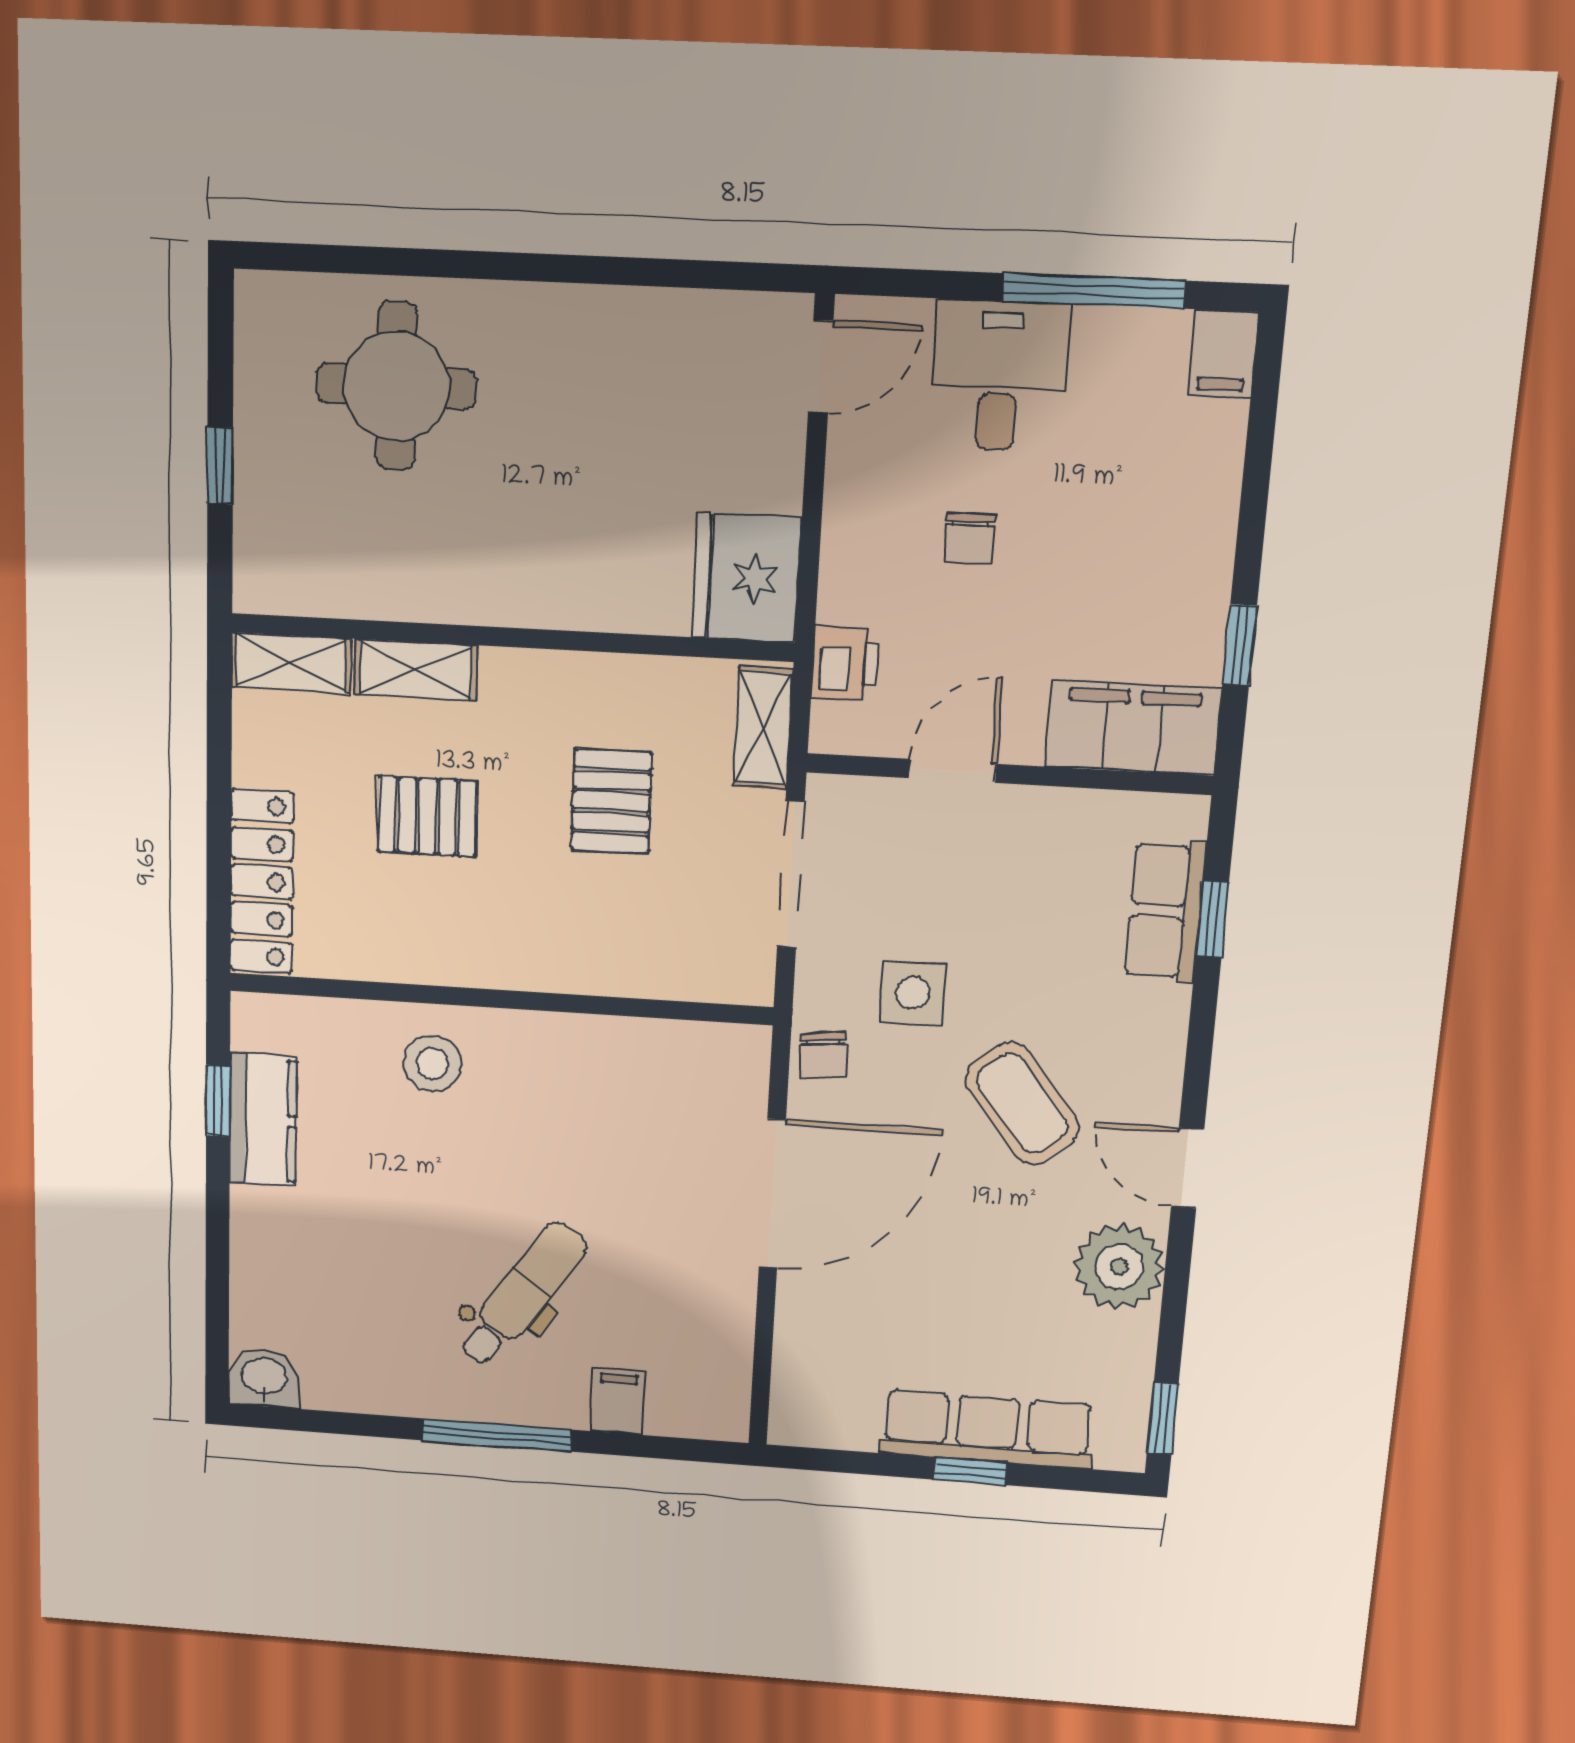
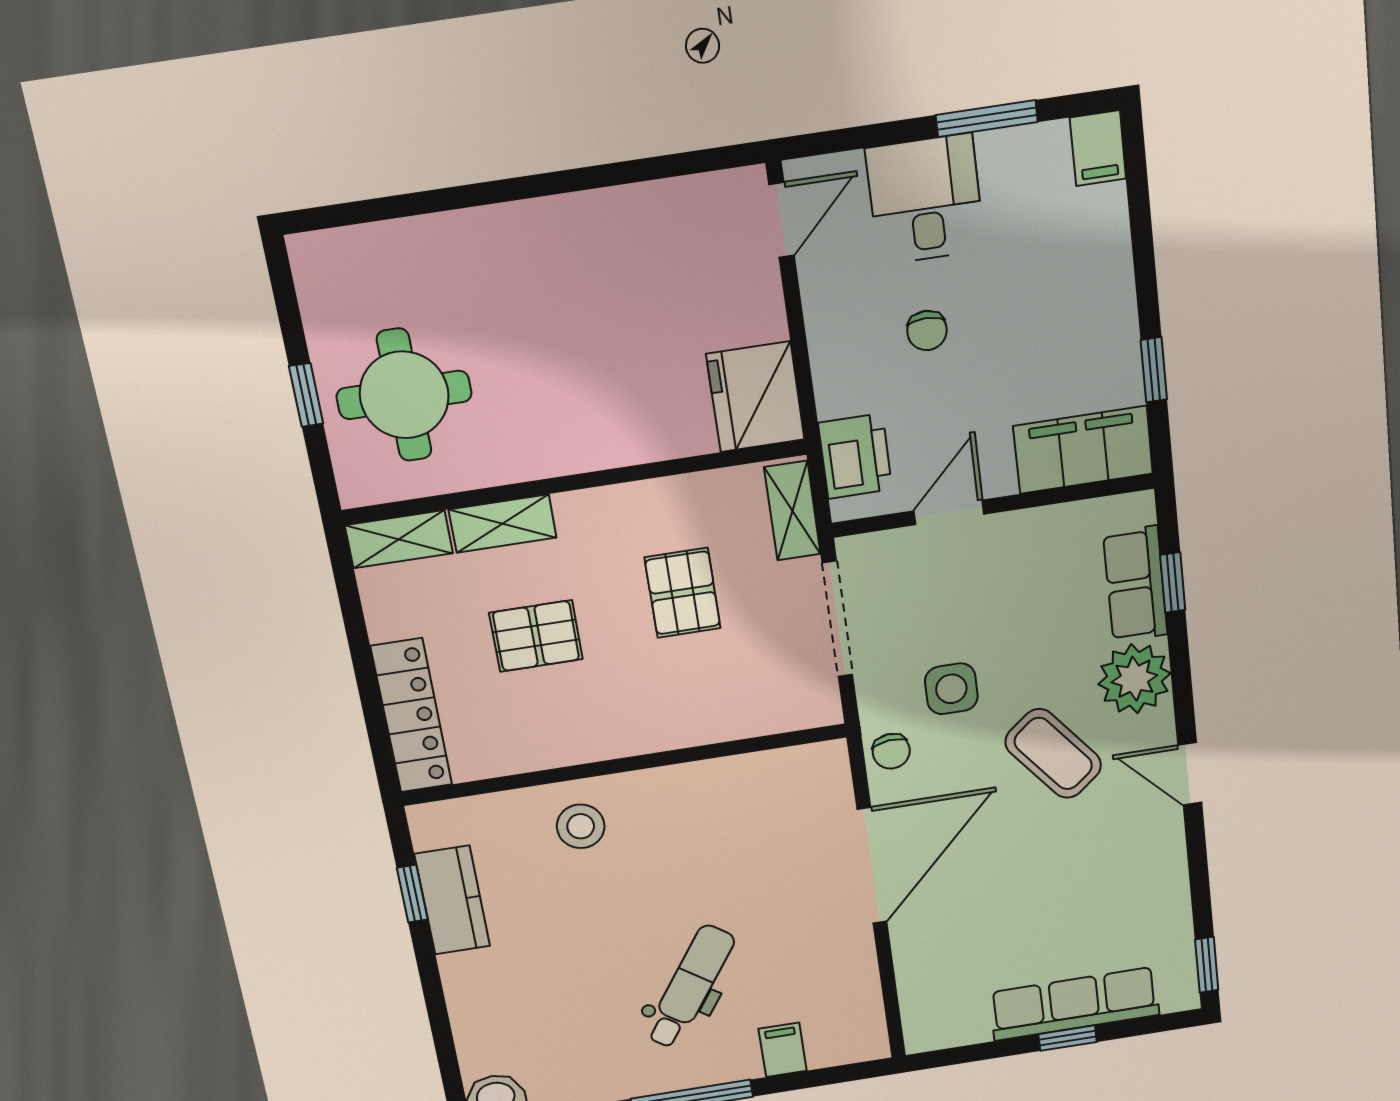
window: (1093, 291) -> (987, 119), width x0.69
round table: (396, 386) -> (404, 395), moved
printer: (845, 663) -> (855, 456), width x1.36, depth x1.24
plant: (1119, 1266) -> (1134, 679), moved

